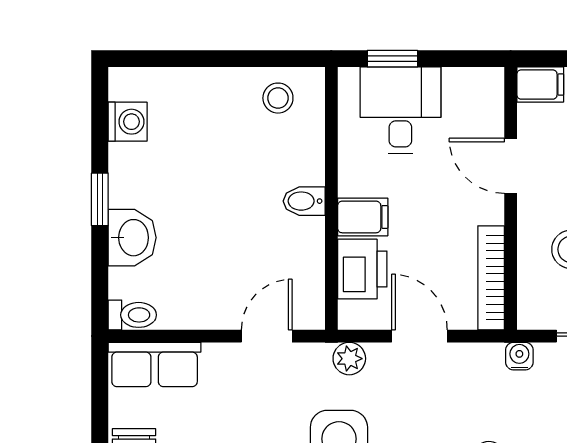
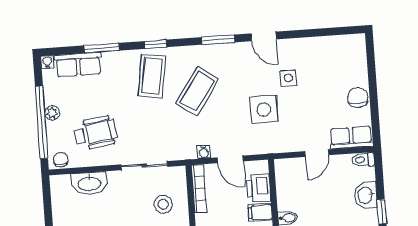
door: (267, 336) -> (317, 153), moved
water cooler: (519, 356) -> (204, 152), moved
plant: (349, 359) -> (262, 147), removed

